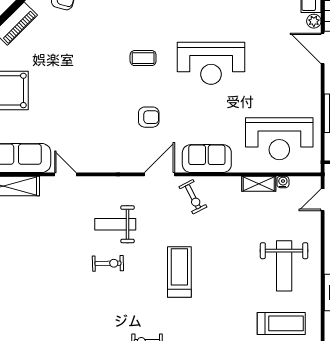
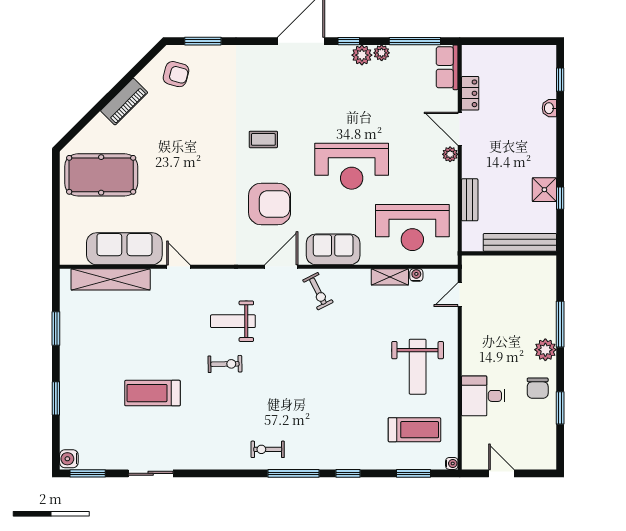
plant: (314, 21) -> (450, 154), moved
reception desk: (211, 63) -> (352, 166), moved
armchair: (149, 117) -> (270, 204), width x1.88, depth x1.88
treadmill: (179, 272) -> (152, 393), moved, turned -90

